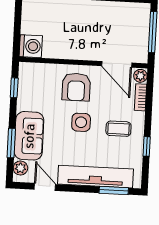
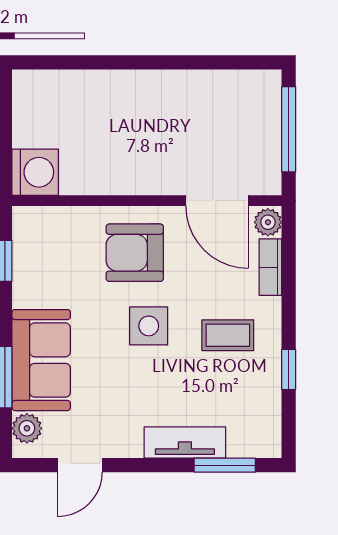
armchair: (76, 87) -> (135, 253), turned 90
tv unit: (95, 177) -> (185, 443), width x0.52, depth x0.78
door: (45, 187) -> (80, 465), swing flipped

